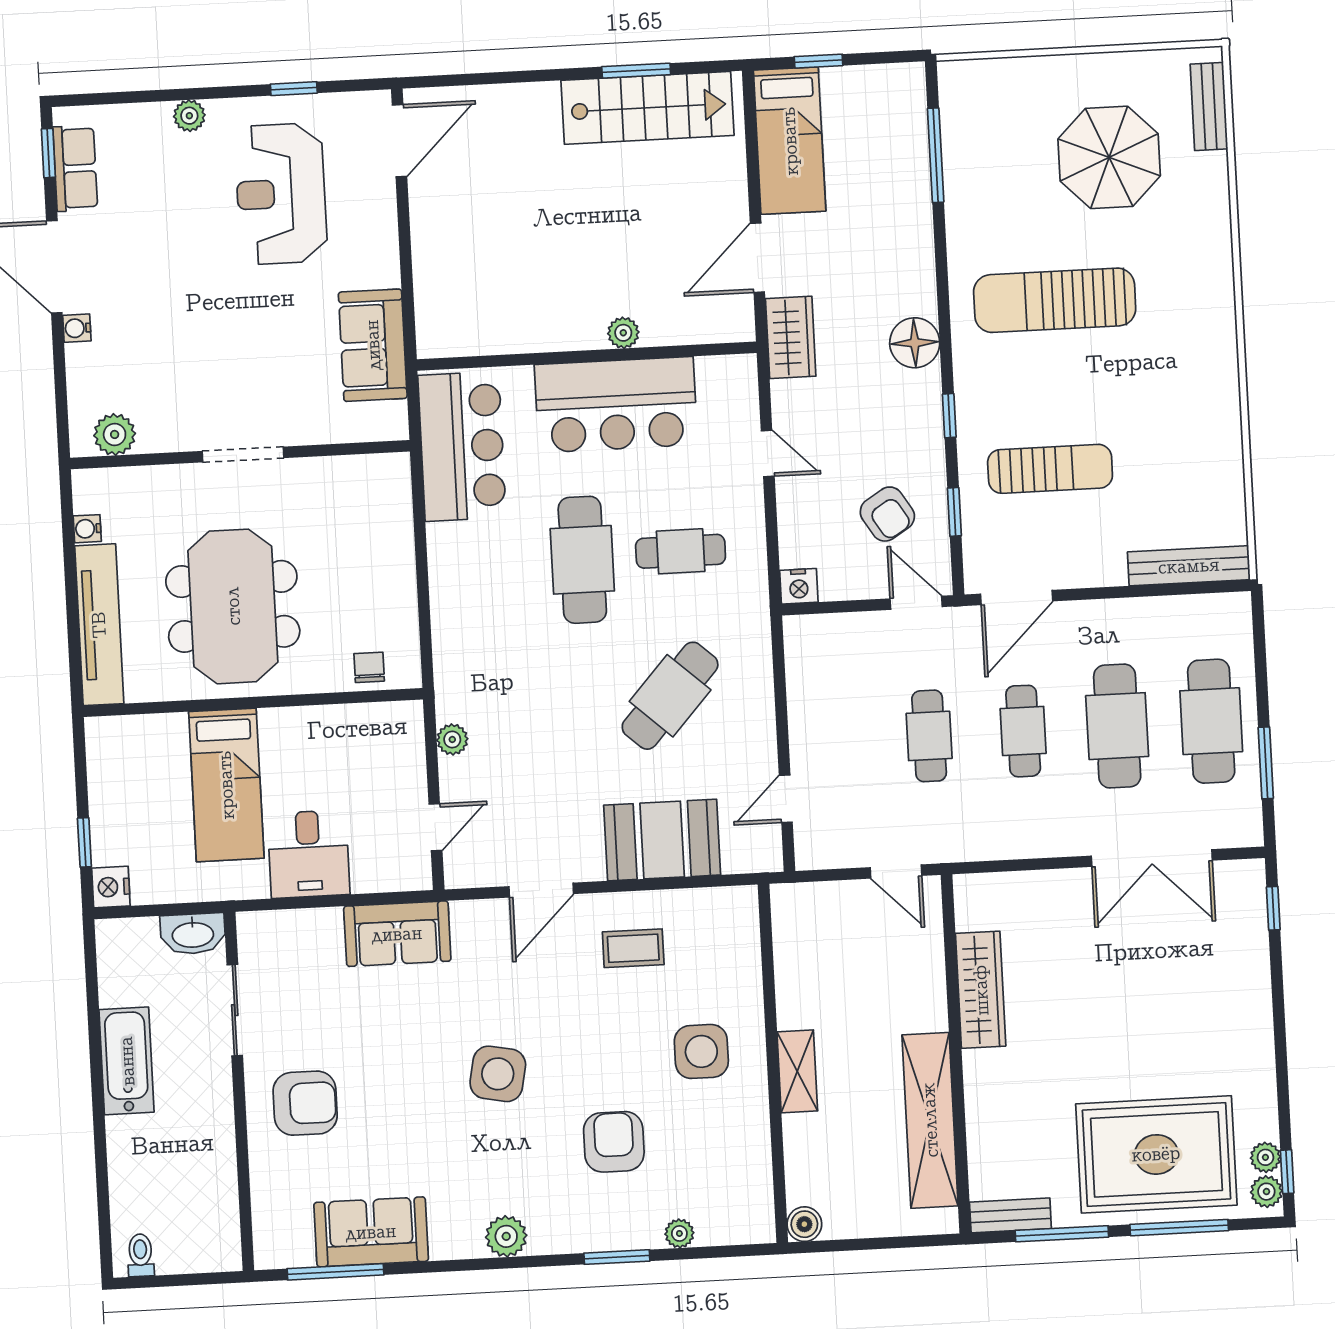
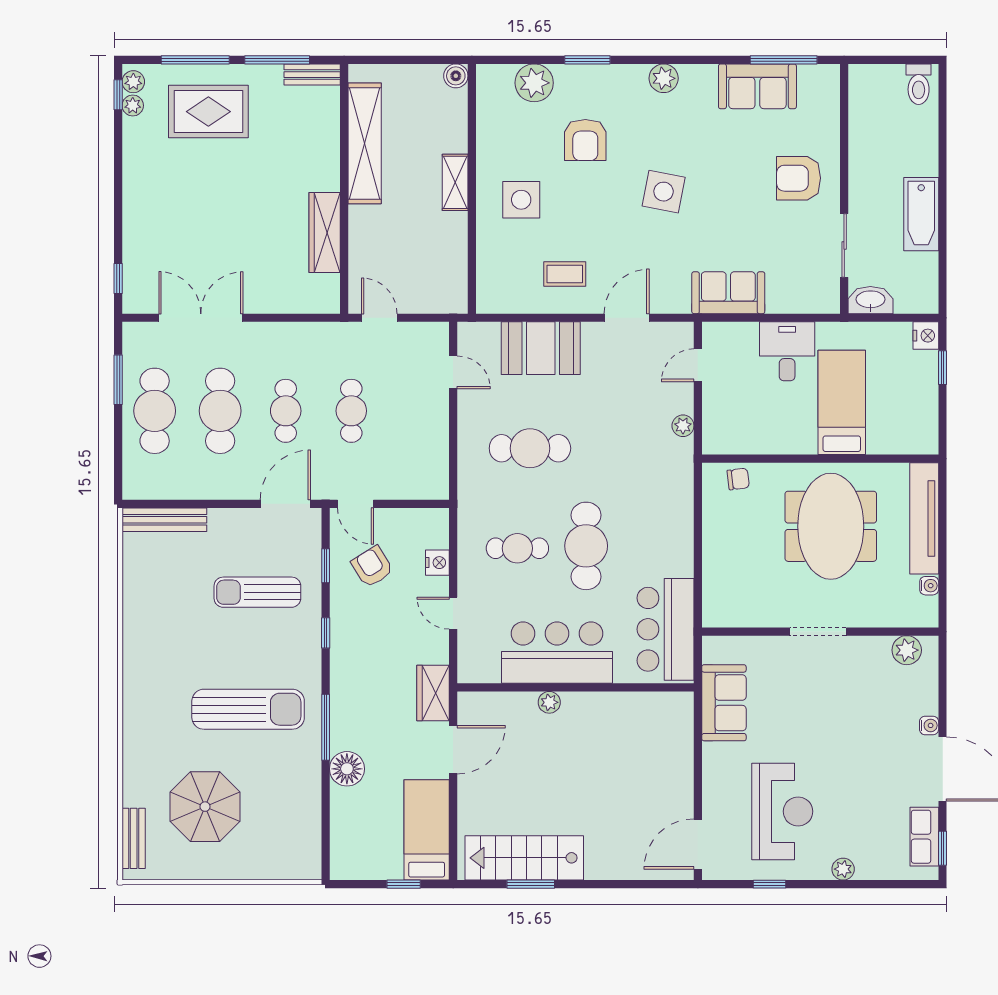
window: (936, 155) -> (326, 727), moved
floor lamp: (915, 343) -> (347, 769), moved
nightstand: (799, 586) -> (437, 563), moved, turned 90
chair: (369, 667) -> (738, 479), turned -97
cafe table: (670, 696) -> (530, 448), turned 48
door: (786, 799) -> (453, 372), hinge flipped
rug: (1156, 1154) -> (208, 112), width x0.73, depth x0.69
plant: (679, 1233) -> (534, 83), width x1.88, depth x1.88
toilet: (140, 1255) -> (919, 84), width x1.37, depth x1.39

